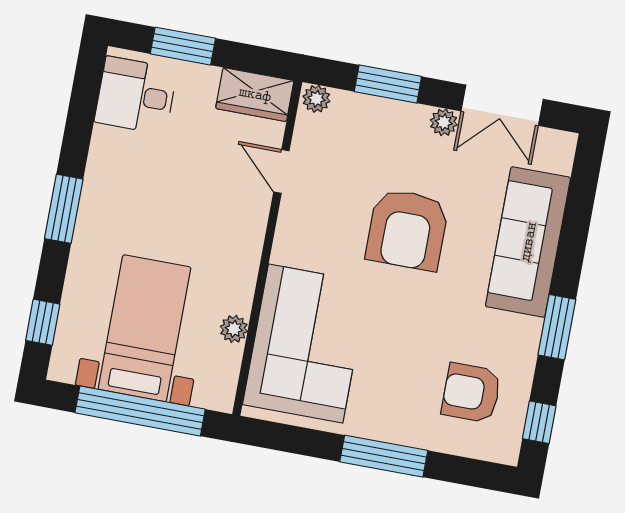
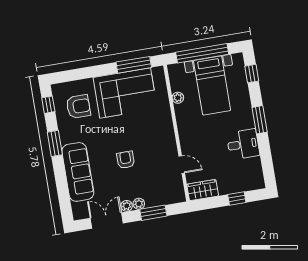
window: (183, 46) -> (237, 199), width x0.67
desk: (136, 95) -> (243, 144), moved
plant: (316, 99) -> (139, 204), moved
armchair: (407, 230) -> (126, 160), width x0.53, depth x0.53
corner sofa: (306, 343) -> (125, 93), moved, turned -90
window: (384, 456) -> (134, 65), moved

